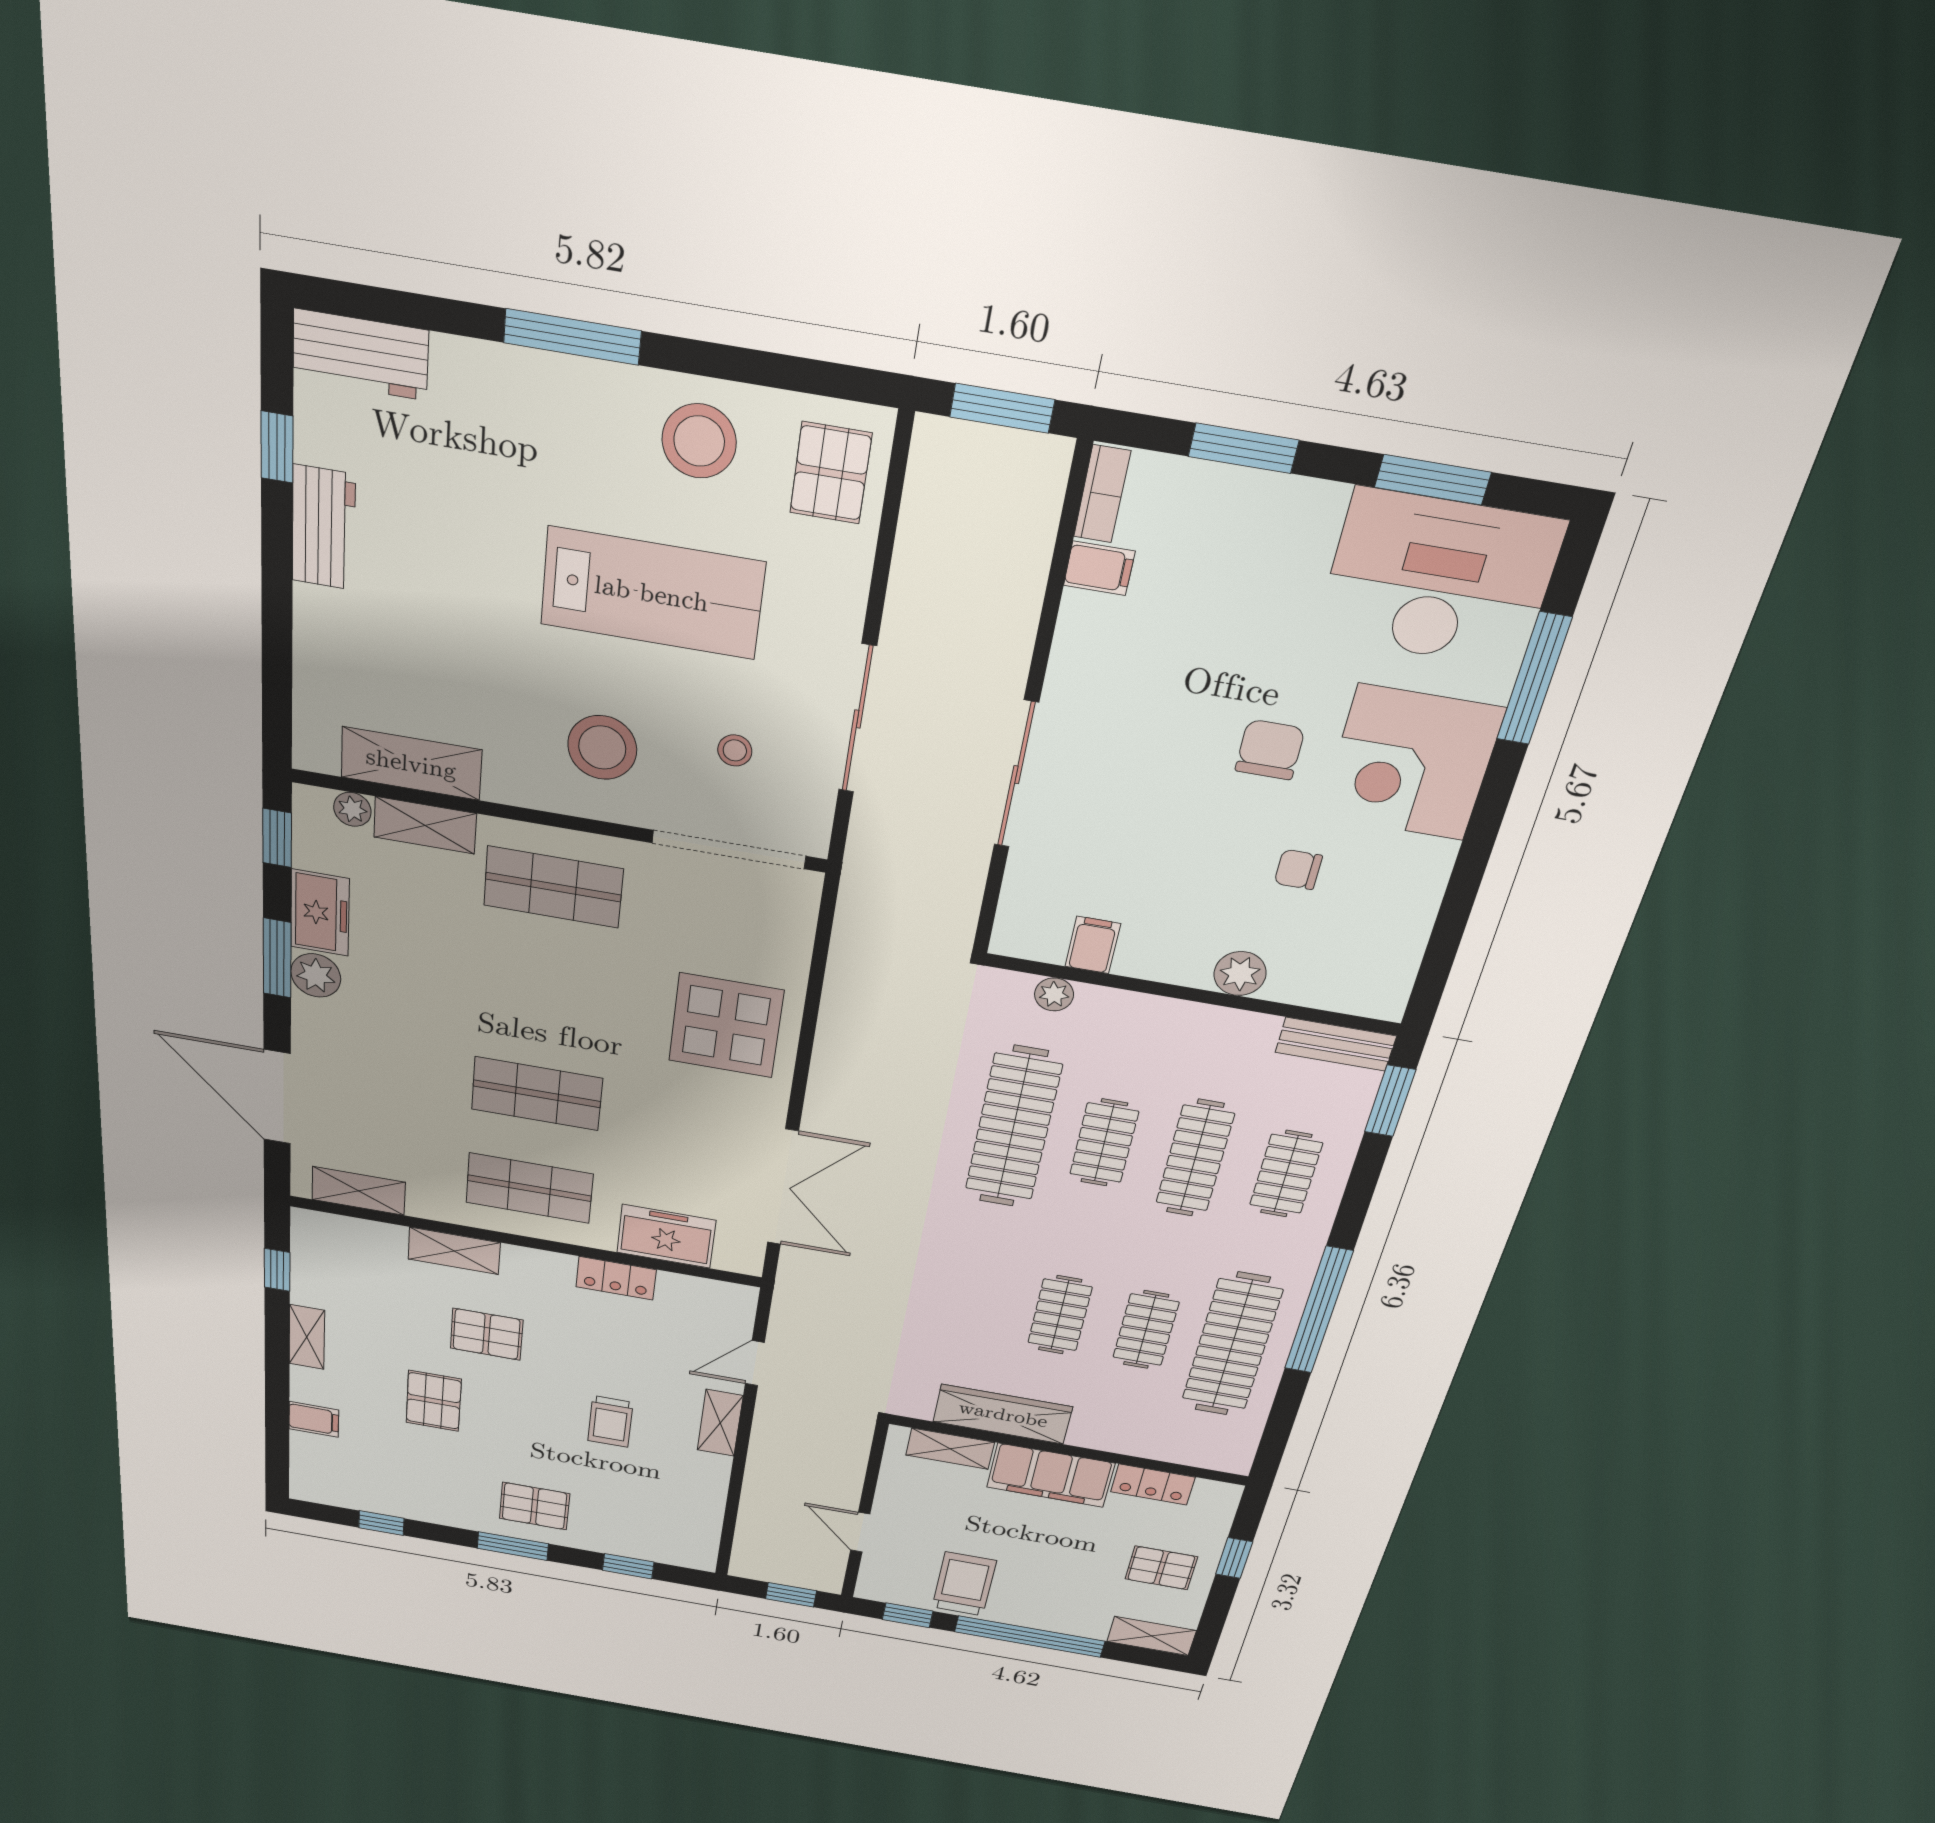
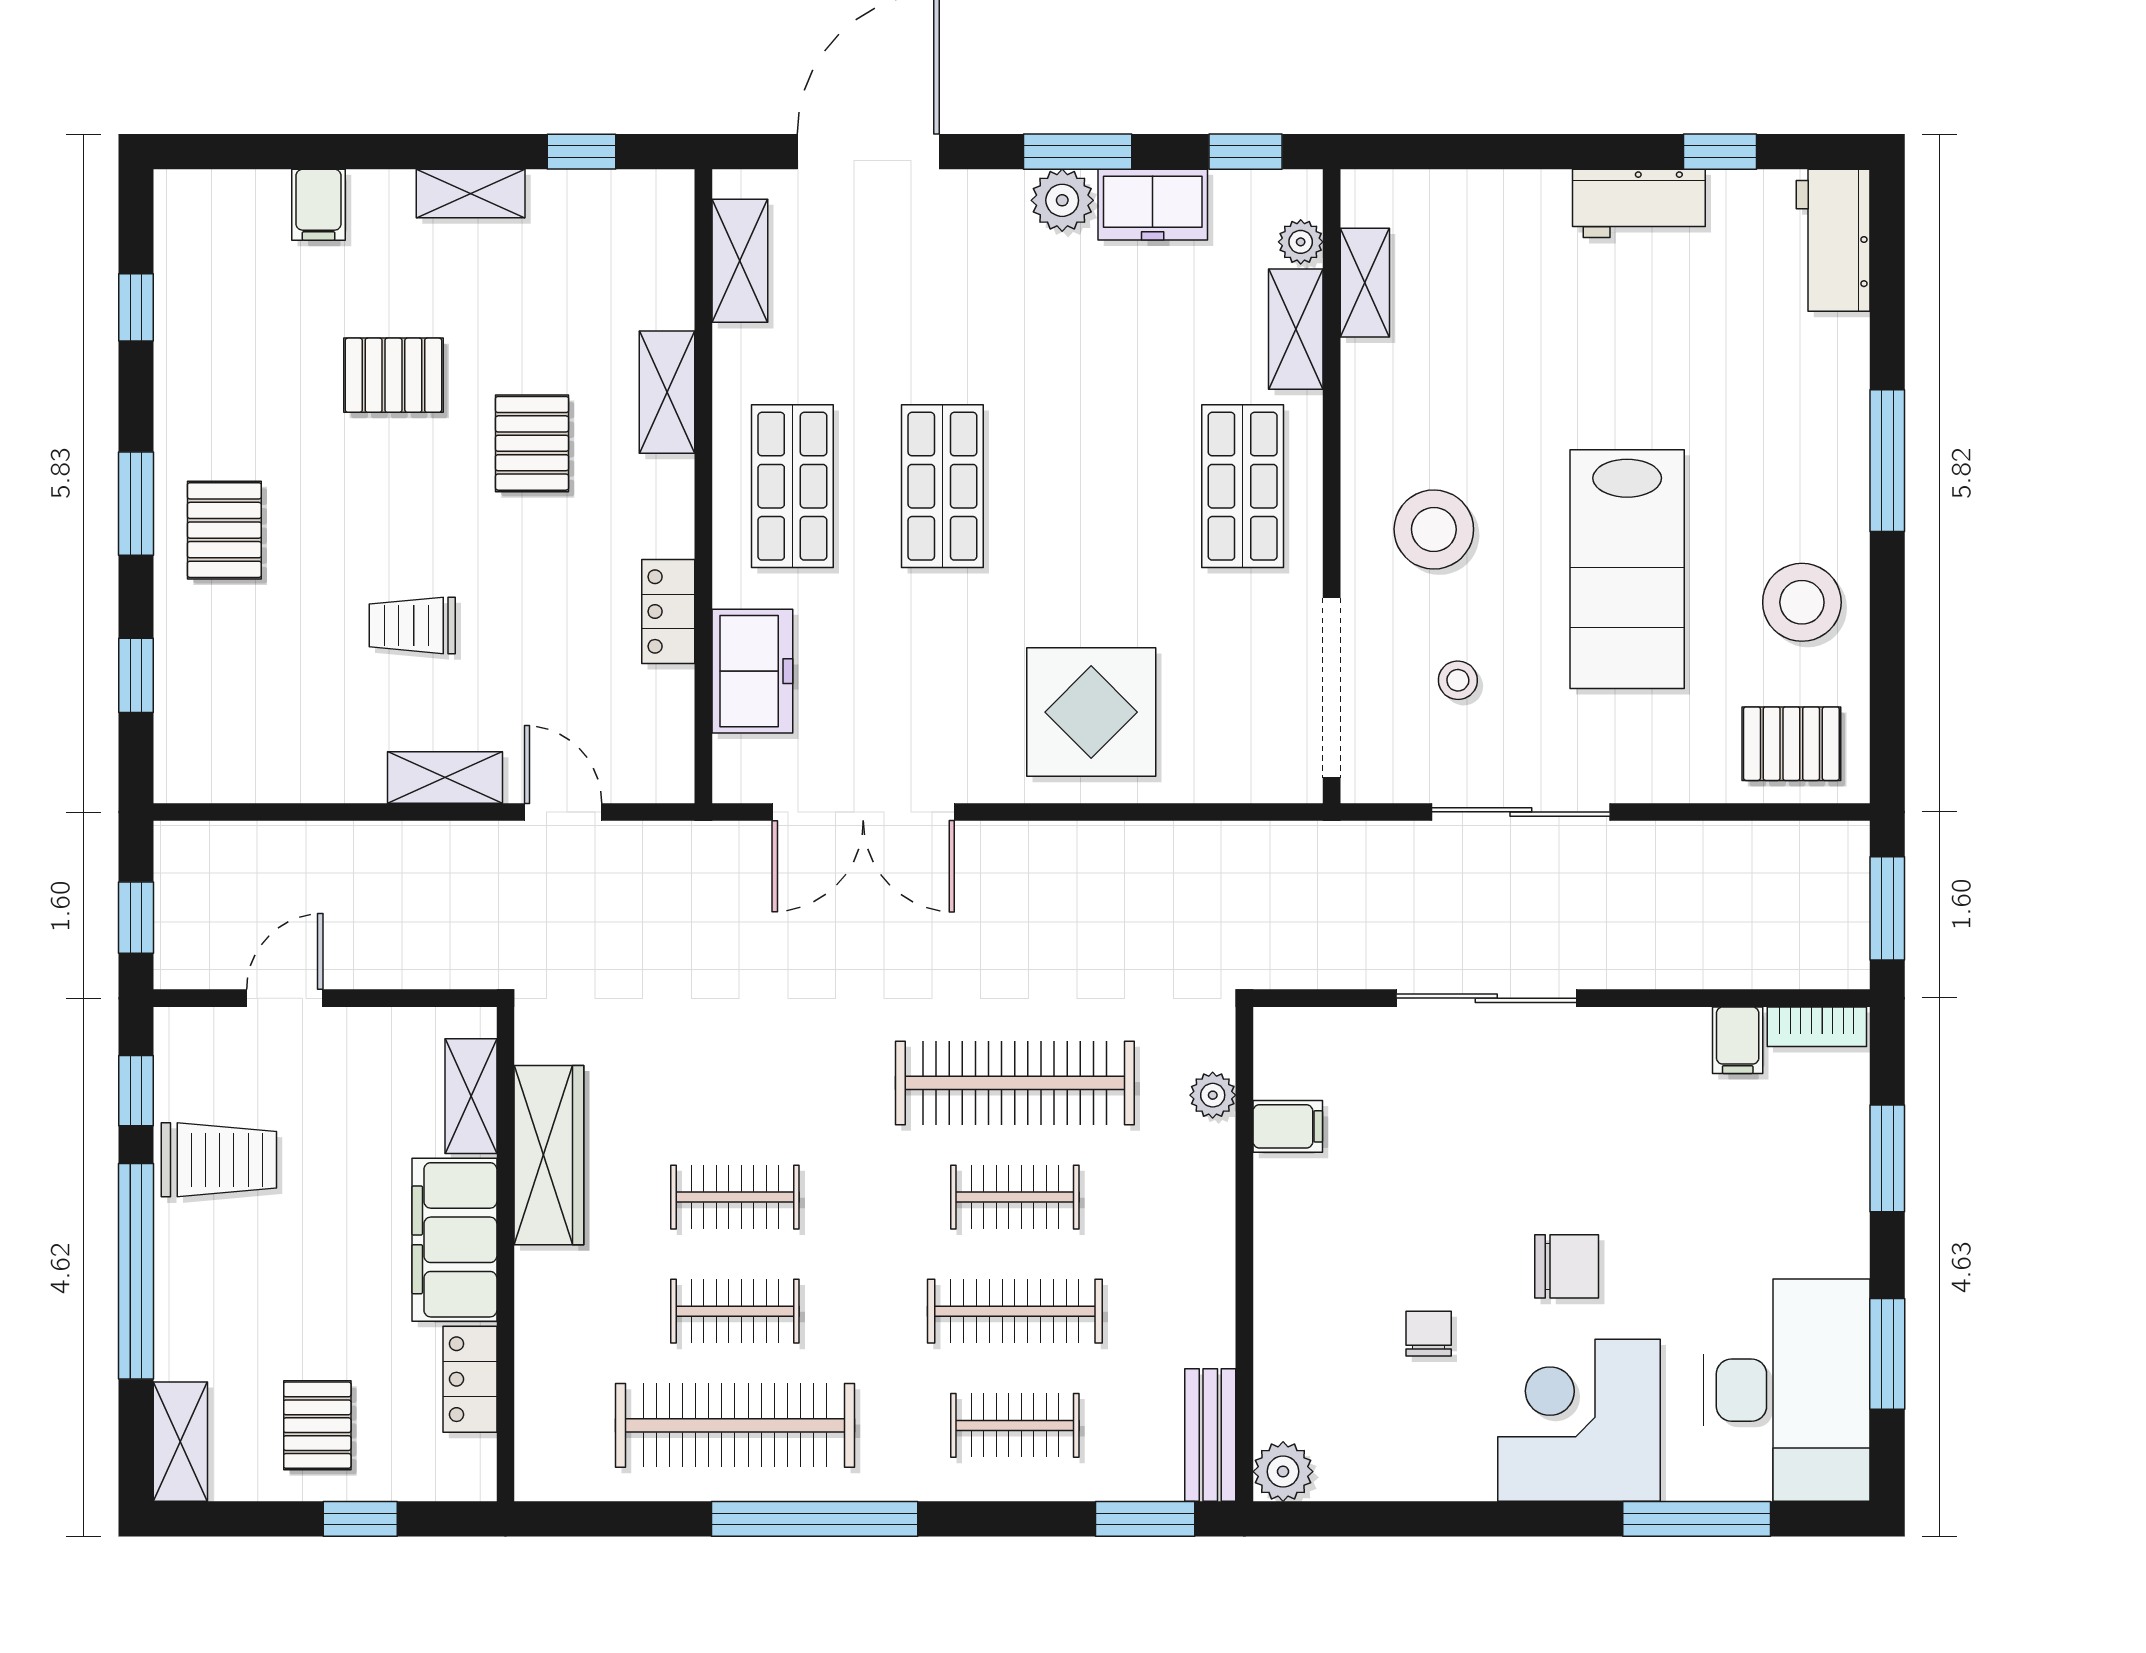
shelving: (411, 763) -> (1365, 283), width x0.67, depth x0.75
plant: (1240, 974) -> (1283, 1472), moved

